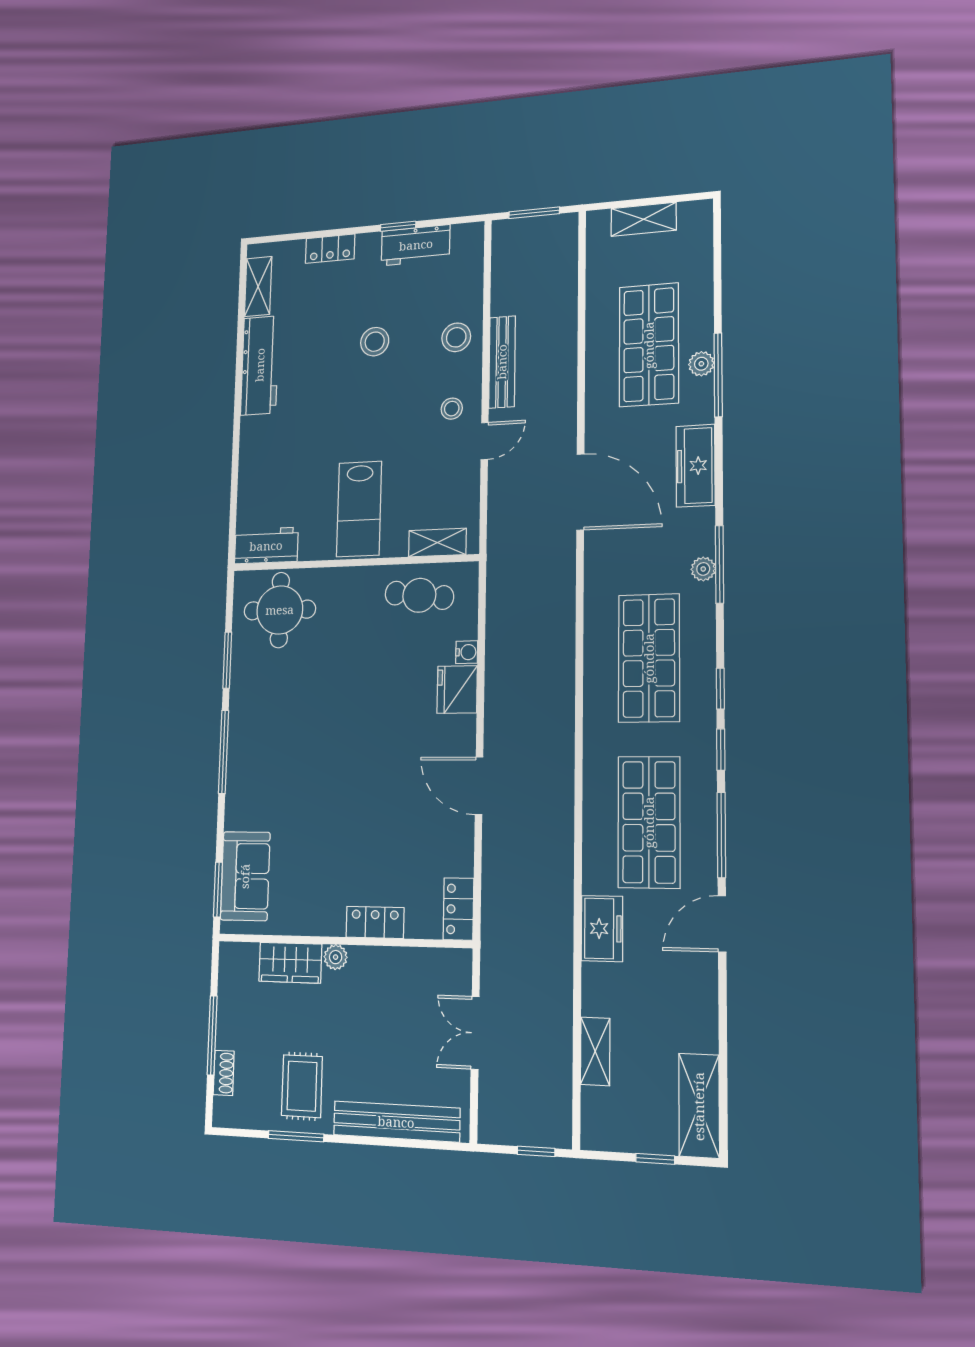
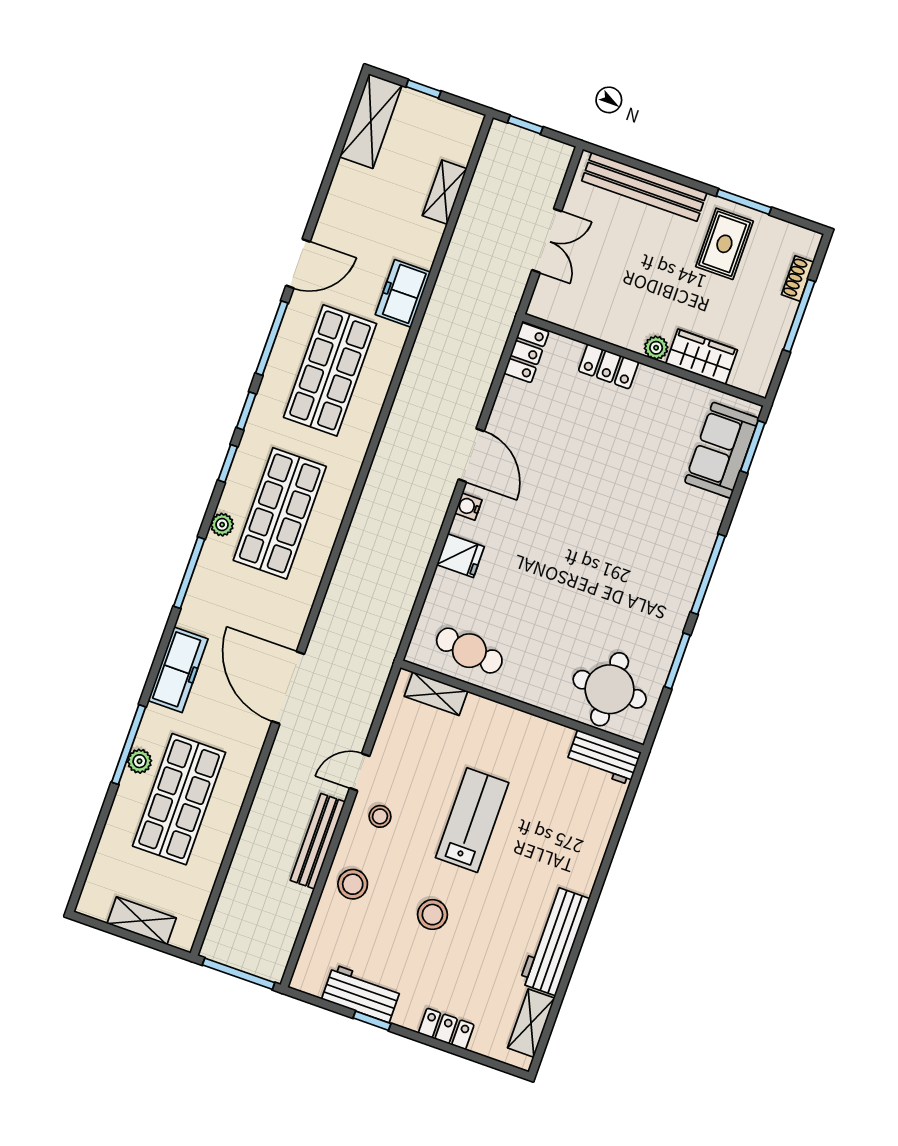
window: (534, 213) -> (239, 974), width x1.44
lab bench: (359, 509) -> (472, 820), moved
plant: (703, 569) -> (222, 525), moved
water cooler: (467, 652) -> (468, 507), moved
fridge: (457, 690) -> (460, 556), width x0.72

